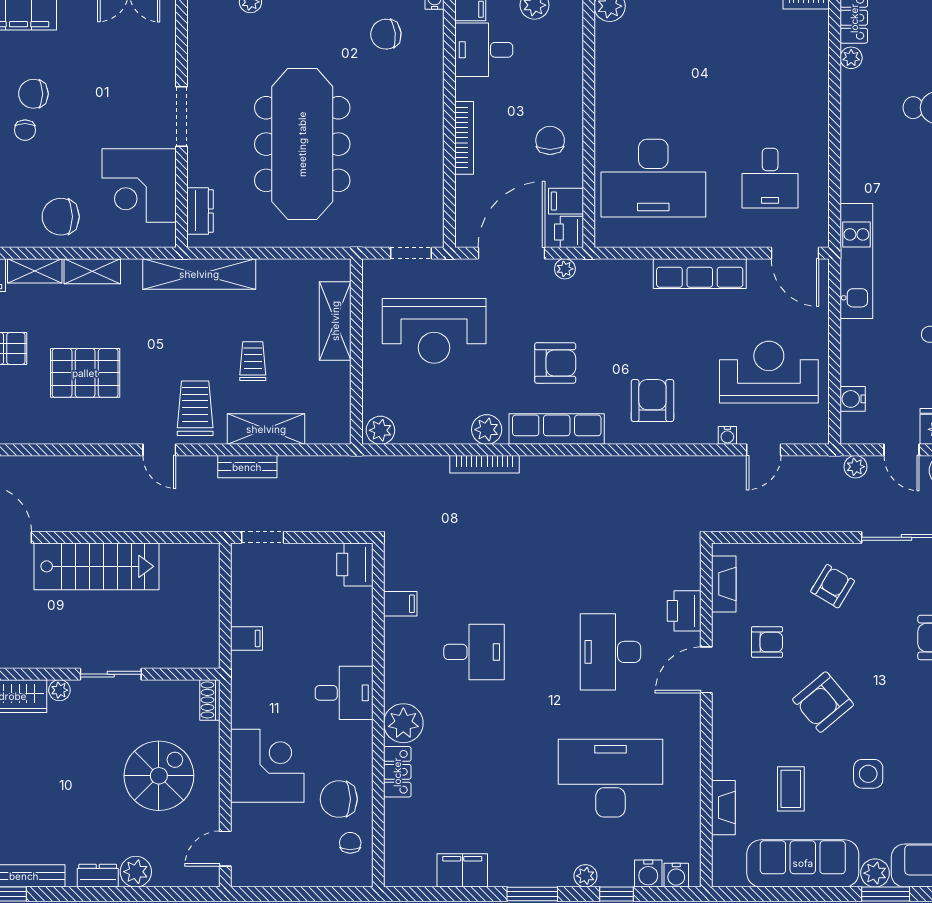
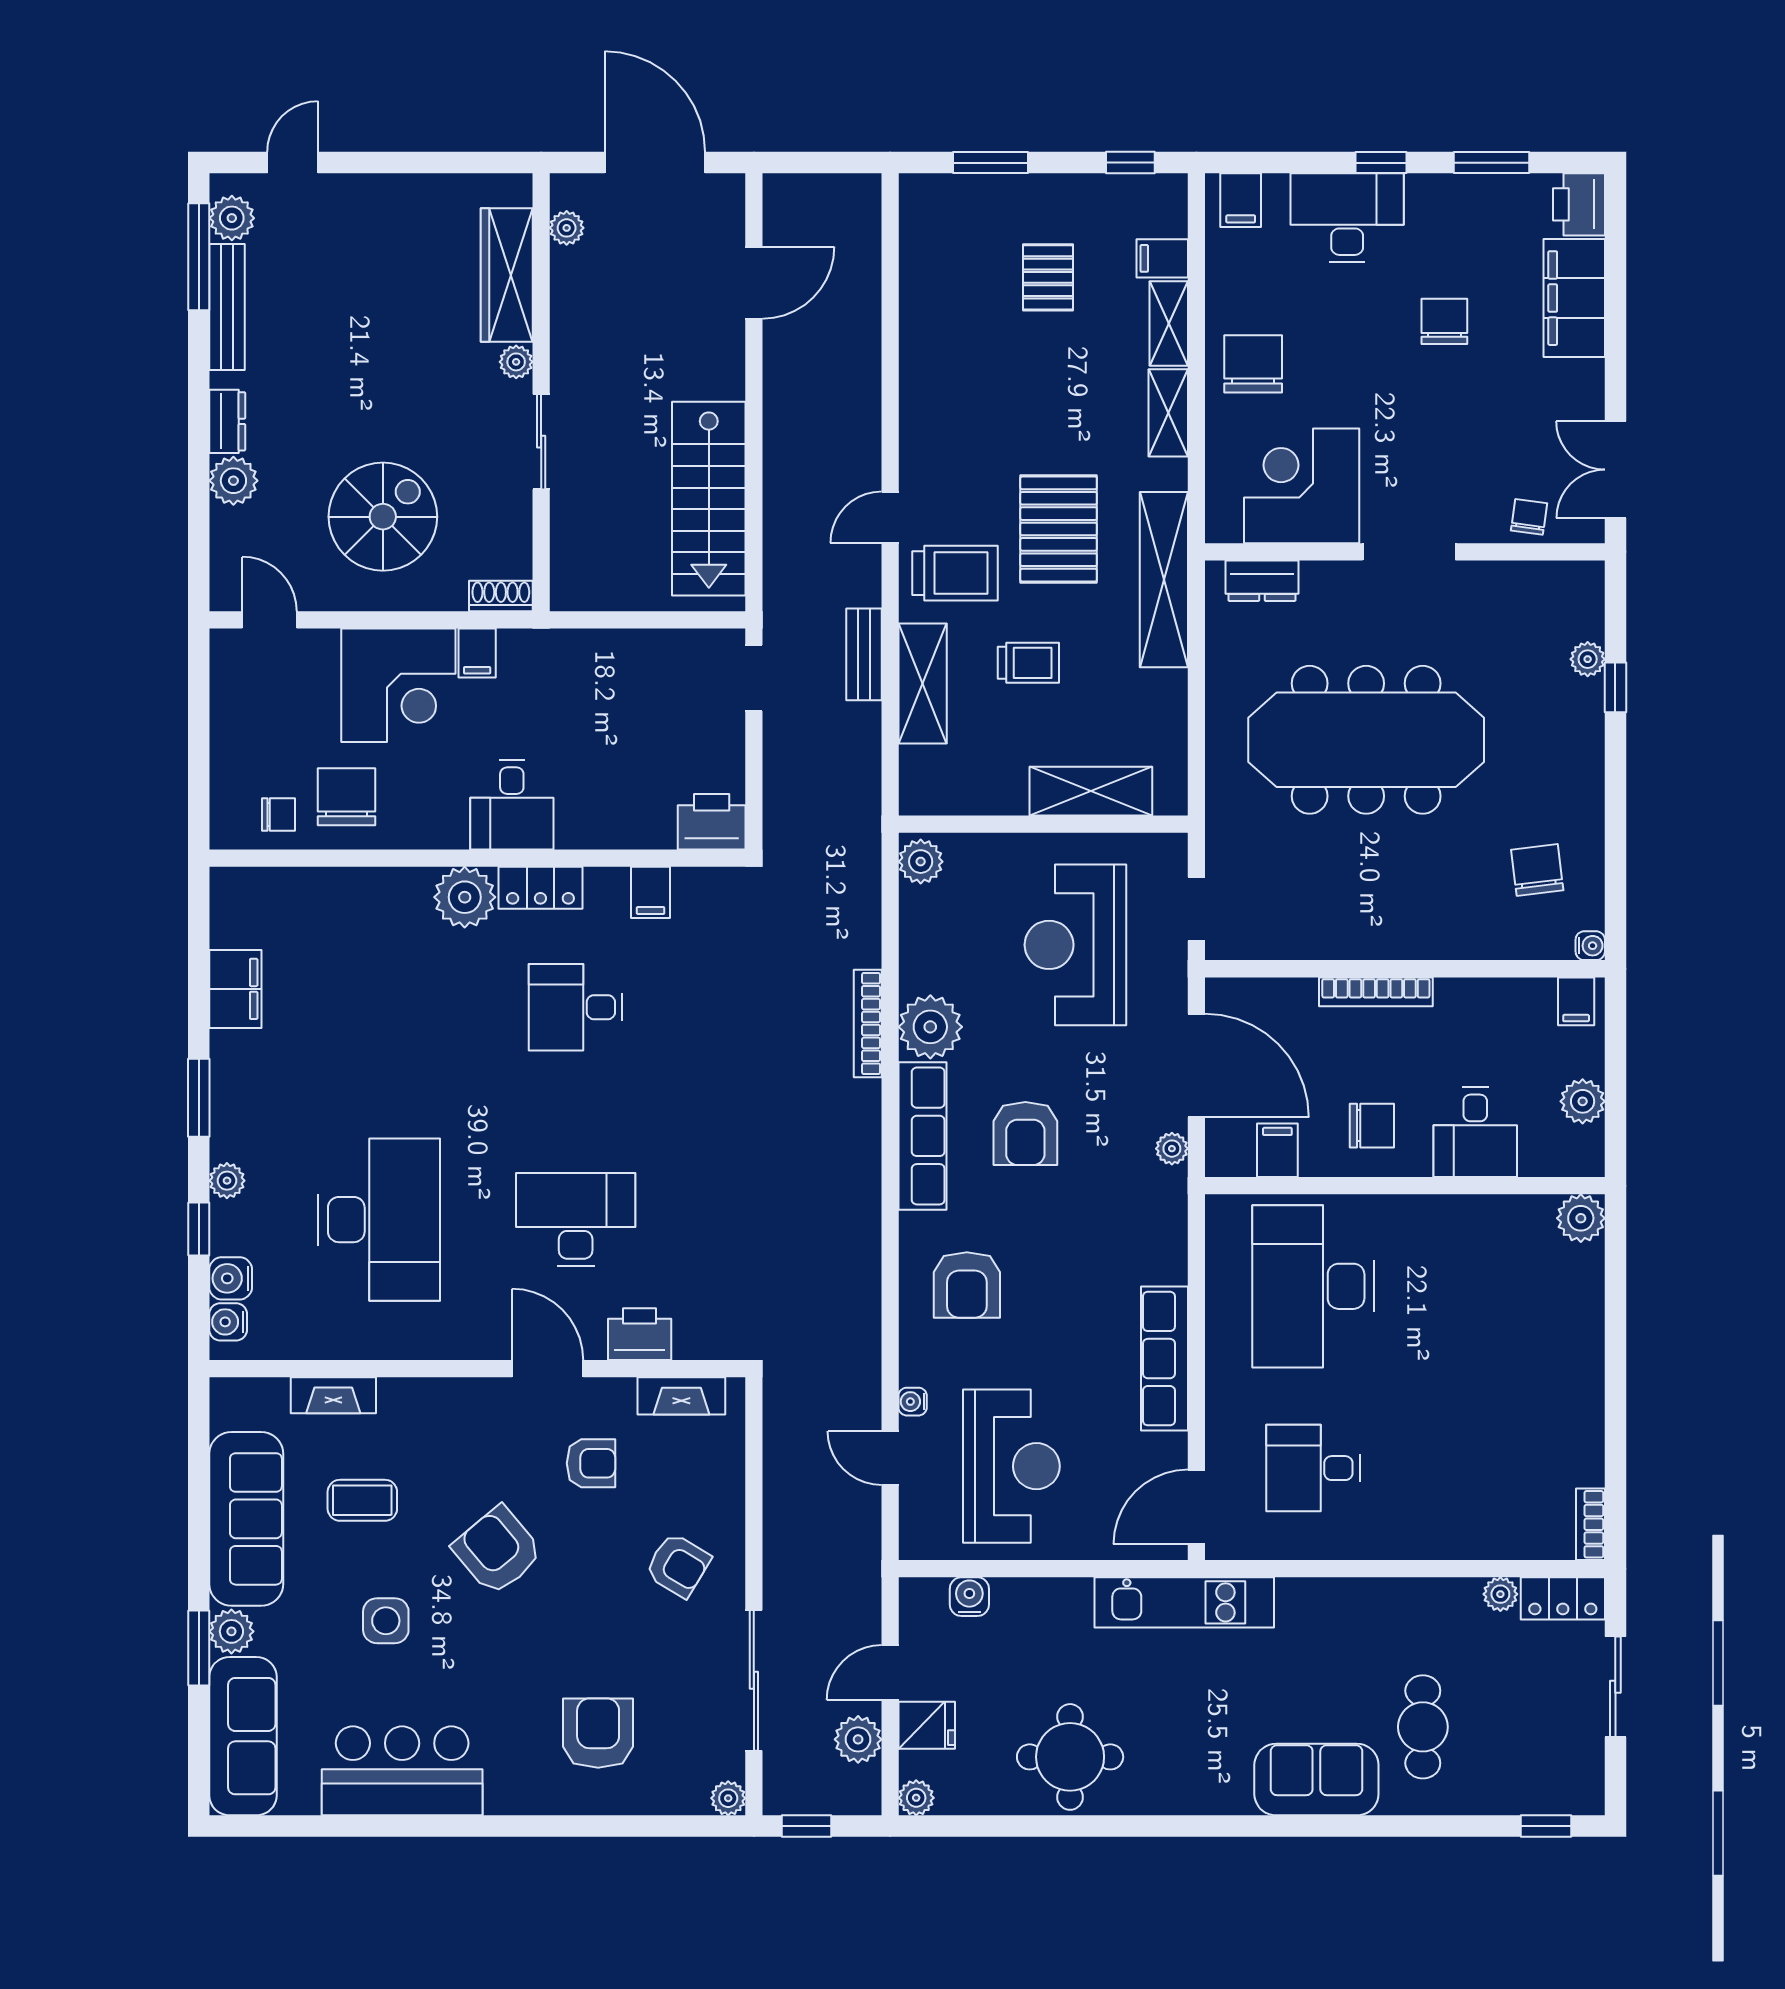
desk: (484, 50) -> (1475, 1132), moved, turned 180
chair: (25, 130) -> (1529, 517), moved, turned 98
printer: (569, 232) -> (1229, 1155), removed
pallet: (85, 373) -> (1059, 529), moved
armchair: (652, 401) -> (967, 1285), turned 90
plant: (487, 430) -> (930, 1027), width x1.36, depth x1.36
plant: (856, 467) -> (864, 1601), removed
stairs: (96, 566) -> (709, 499), moved
filing cabinet: (247, 638) -> (477, 653), moved
armchair: (767, 642) -> (591, 1463), turned -90
desk: (474, 652) -> (576, 1007), turned 90
locker: (397, 772) -> (540, 888), moved
spiral stairs: (159, 776) -> (383, 517), turned -90

